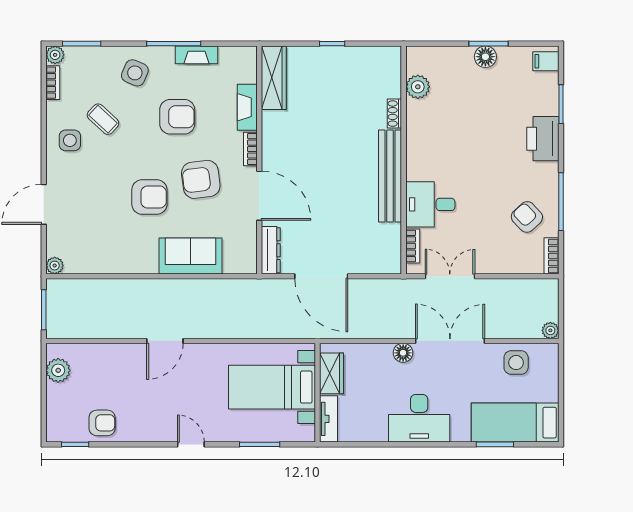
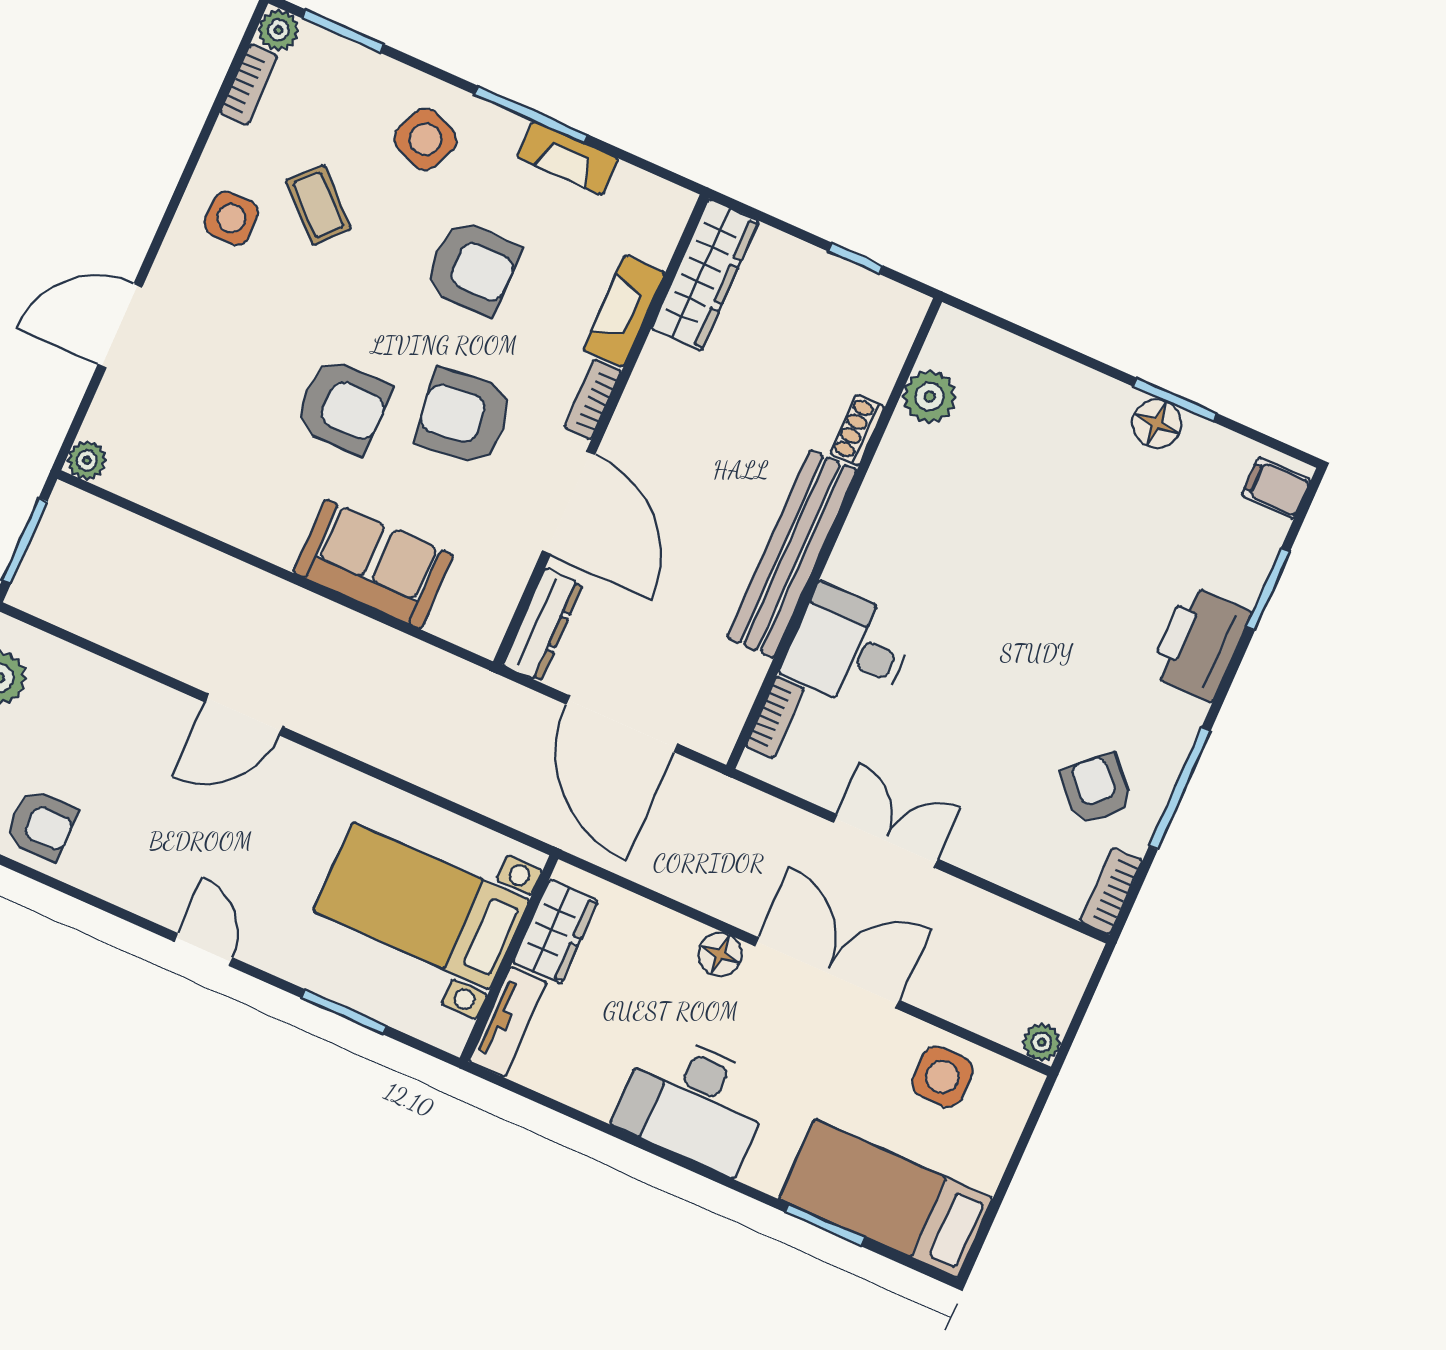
plant: (418, 87) -> (930, 397), moved
shoe rack: (394, 114) -> (857, 430), moved
wall: (404, 160) -> (834, 533), moved
bench: (390, 176) -> (792, 554), moved
desk: (430, 204) -> (849, 648), moved
bookcase: (413, 246) -> (775, 717), moved

